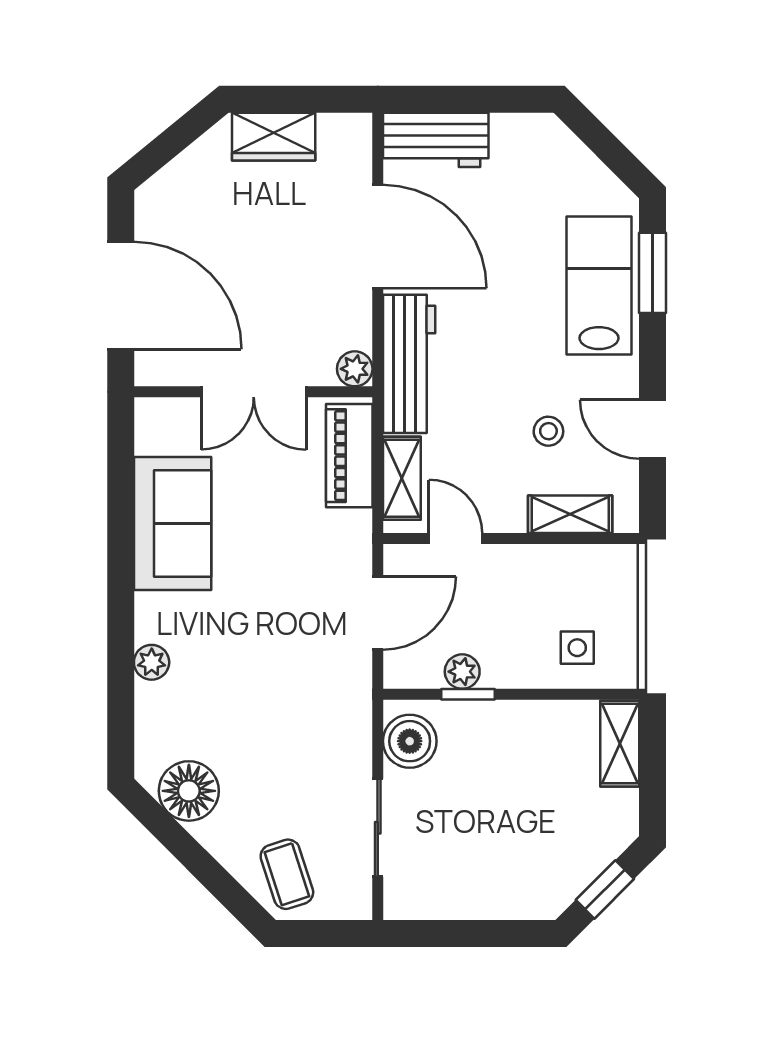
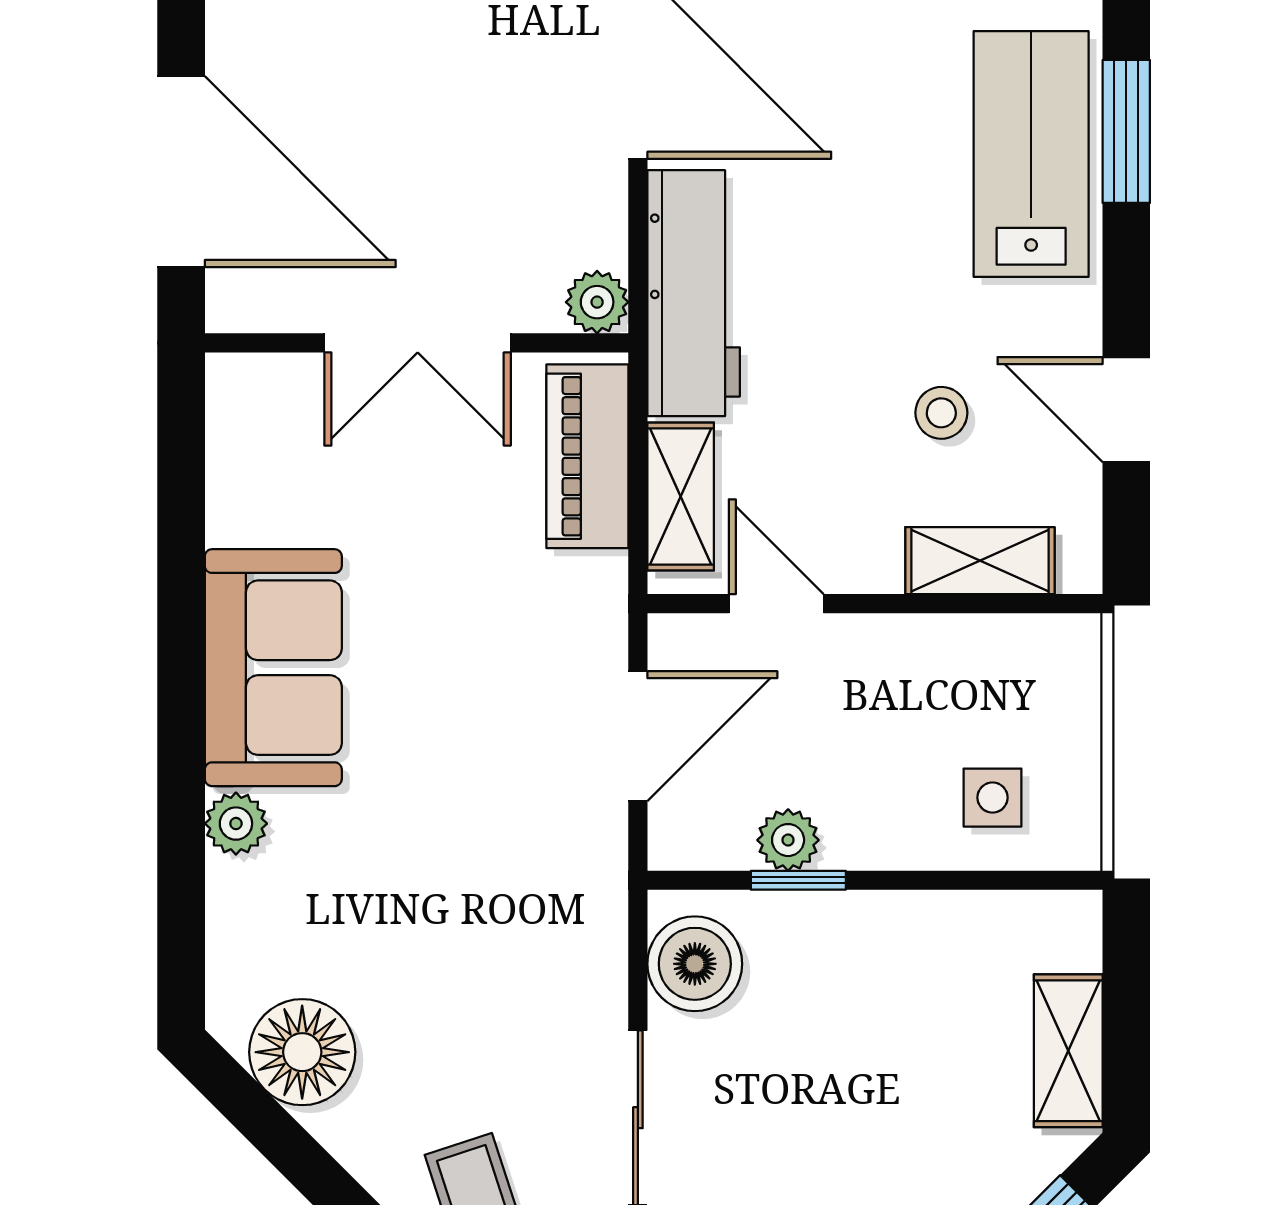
sofa: (173, 523) -> (273, 668), moved
shelving: (620, 744) -> (1068, 1051), moved

